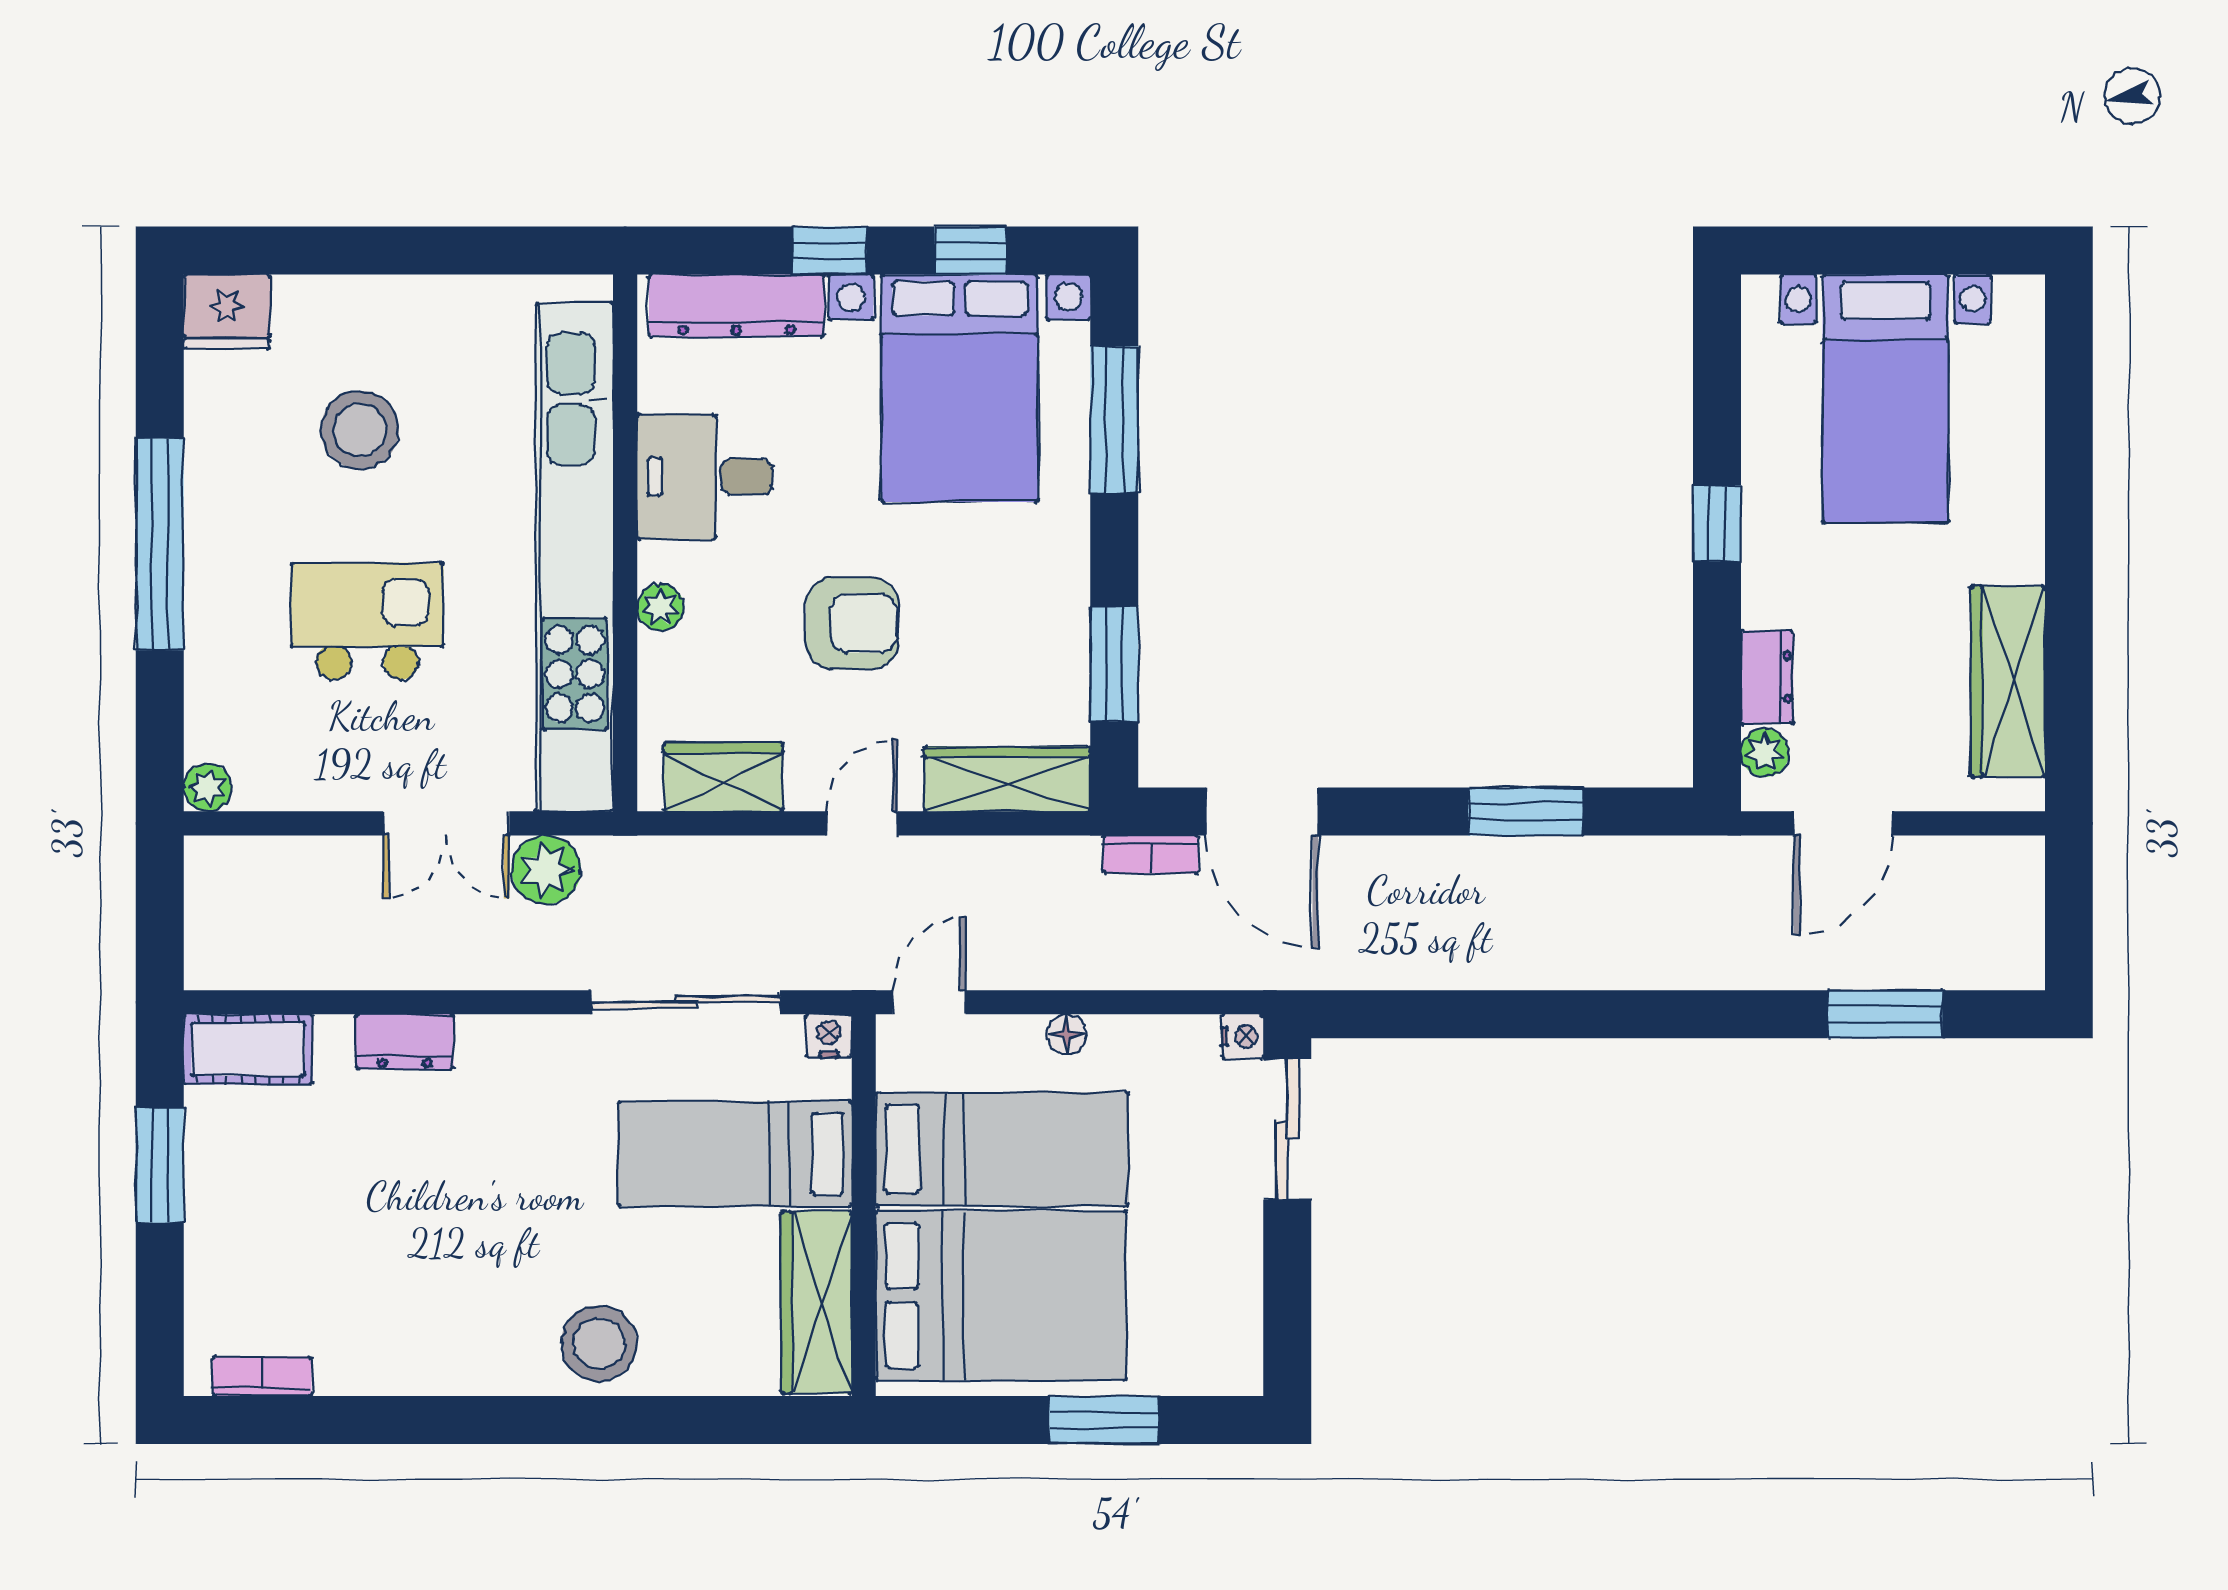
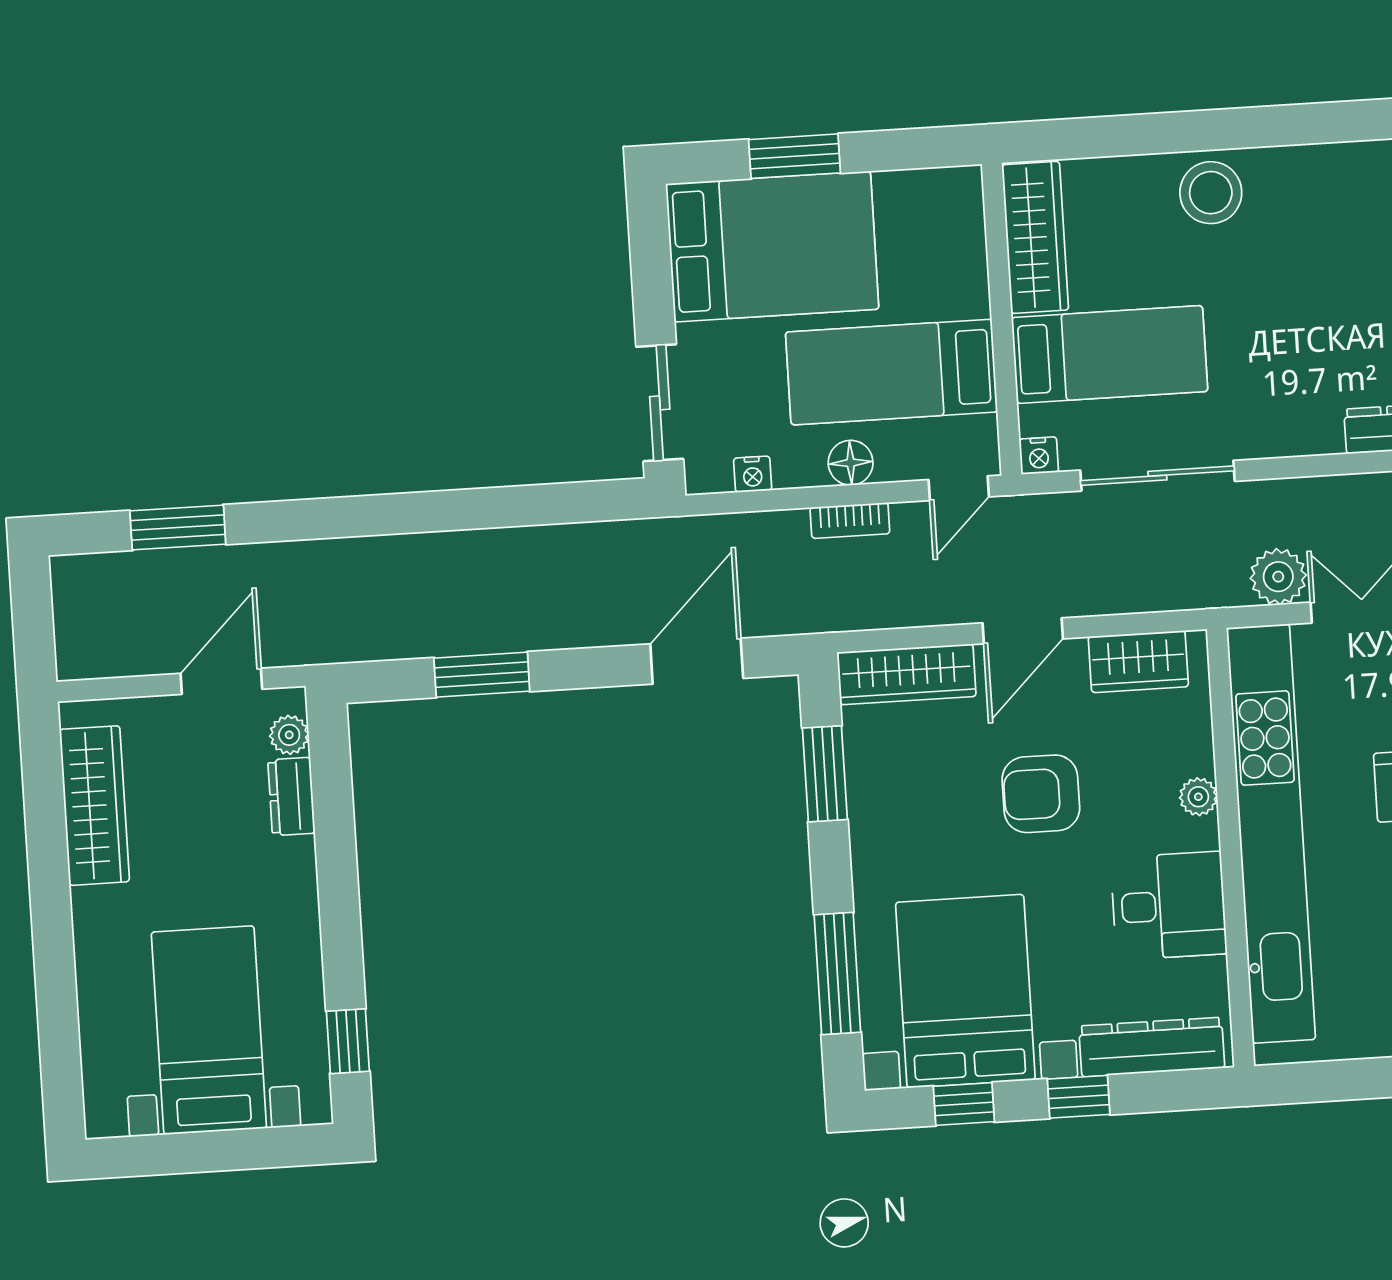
window: (1717, 523) -> (348, 1041), moved
door: (1262, 811) -> (697, 661), hinge flipped
door: (862, 823) -> (1023, 631), width x1.38
bookcase: (1151, 854) -> (850, 520), moved, turned 180
floor lamp: (1067, 1034) -> (851, 463), width x1.37, depth x1.37
nightstand: (1243, 1036) -> (753, 474), moved, turned -90
bed: (1001, 1296) -> (772, 247), moved, turned 180

